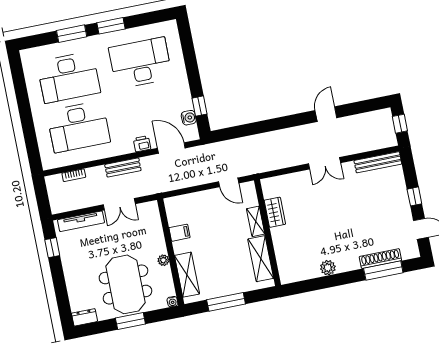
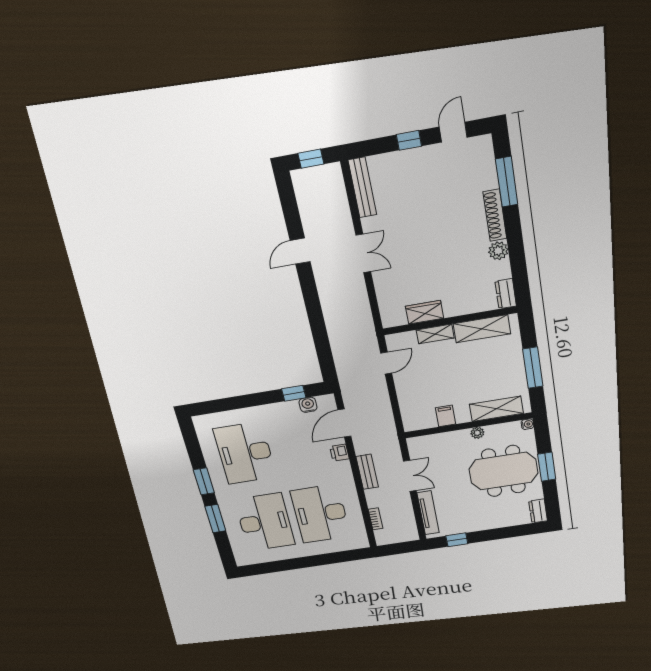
door: (326, 114) -> (300, 251), hinge flipped
desk: (78, 127) -> (320, 514), turned 180
shoe rack: (380, 259) -> (495, 215), moved
dresser: (292, 276) -> (506, 294), added

